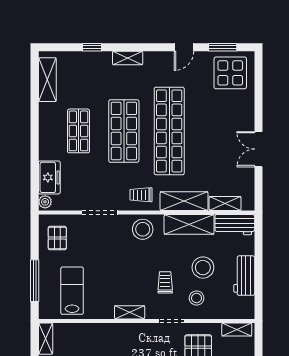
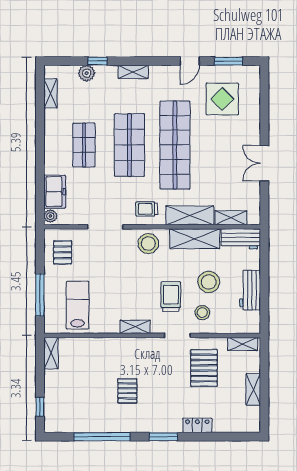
plant: (81, 59) -> (87, 73), added
display table: (230, 73) -> (222, 99), moved
shelving: (47, 80) -> (51, 93), width x0.67, depth x0.75
trolley: (165, 282) -> (171, 297), width x1.36, depth x1.39

